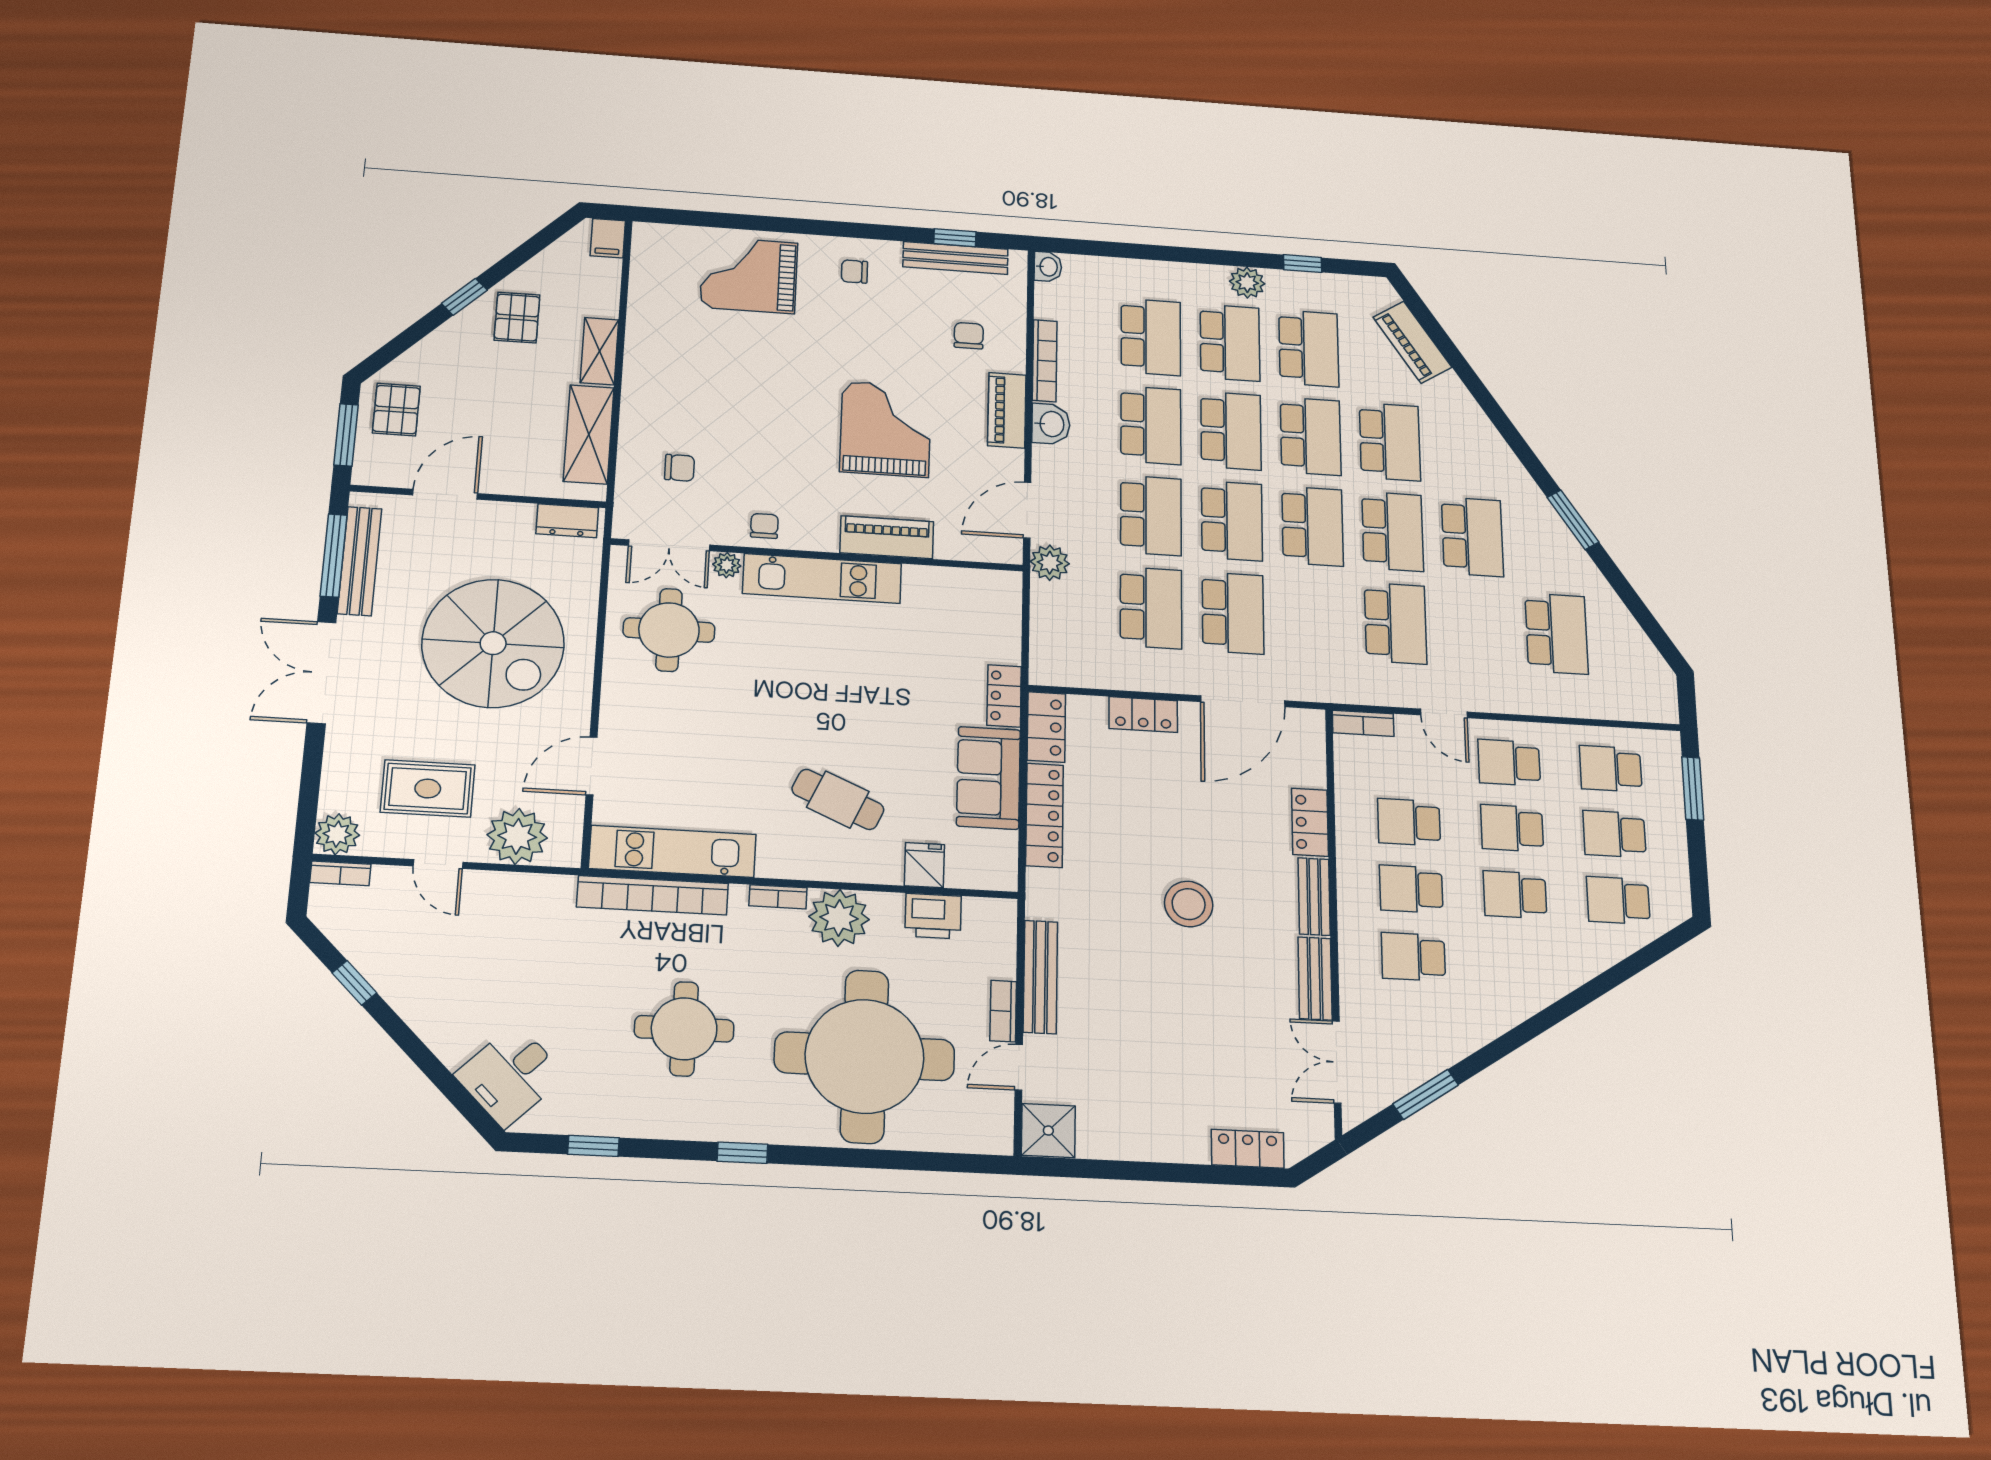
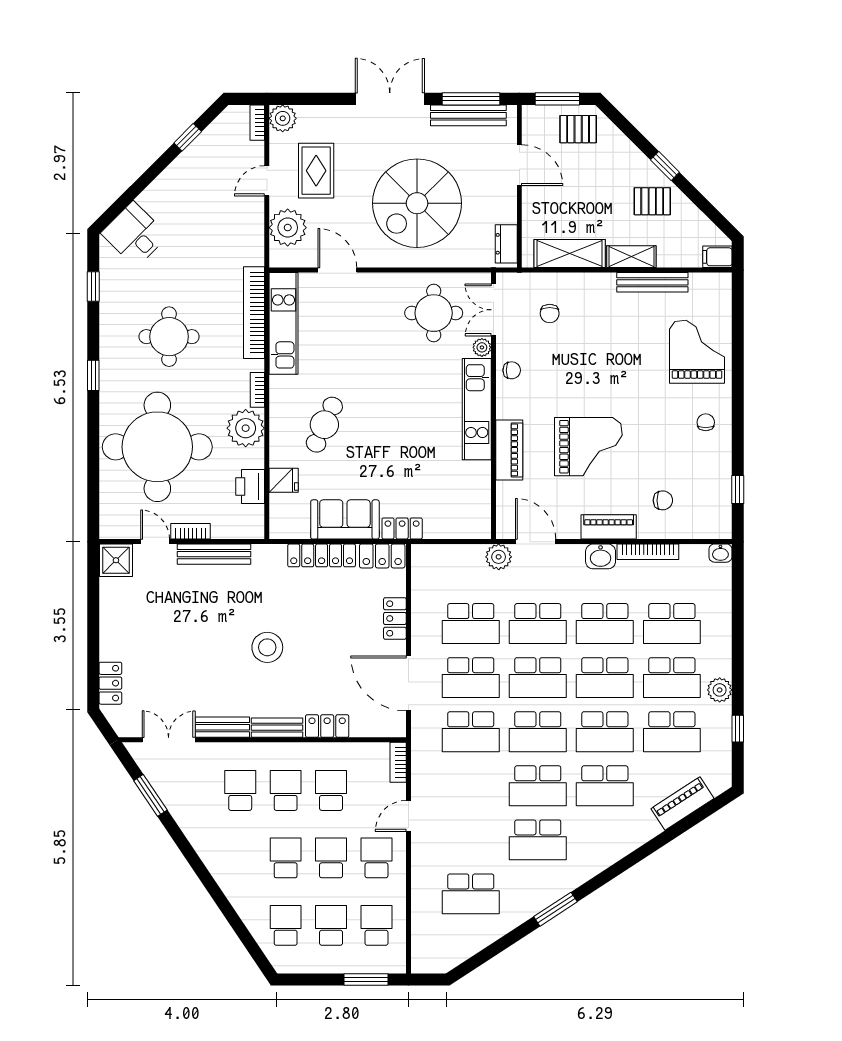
bench: (955, 258) -> (652, 282), moved, turned 90
school desk: (1396, 623) -> (471, 732), moved

